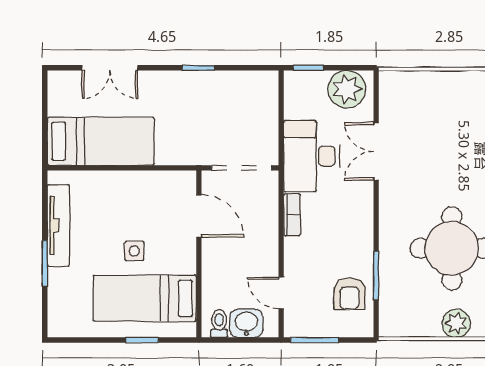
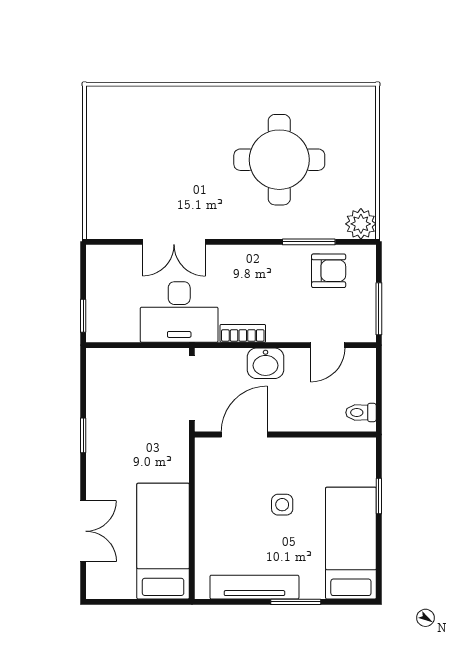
plant: (347, 89) -> (106, 274), removed
bed: (145, 298) -> (351, 543), moved, turned 180
washbasin: (246, 323) -> (266, 363), moved, turned -90
plant: (456, 323) -> (361, 224), moved

